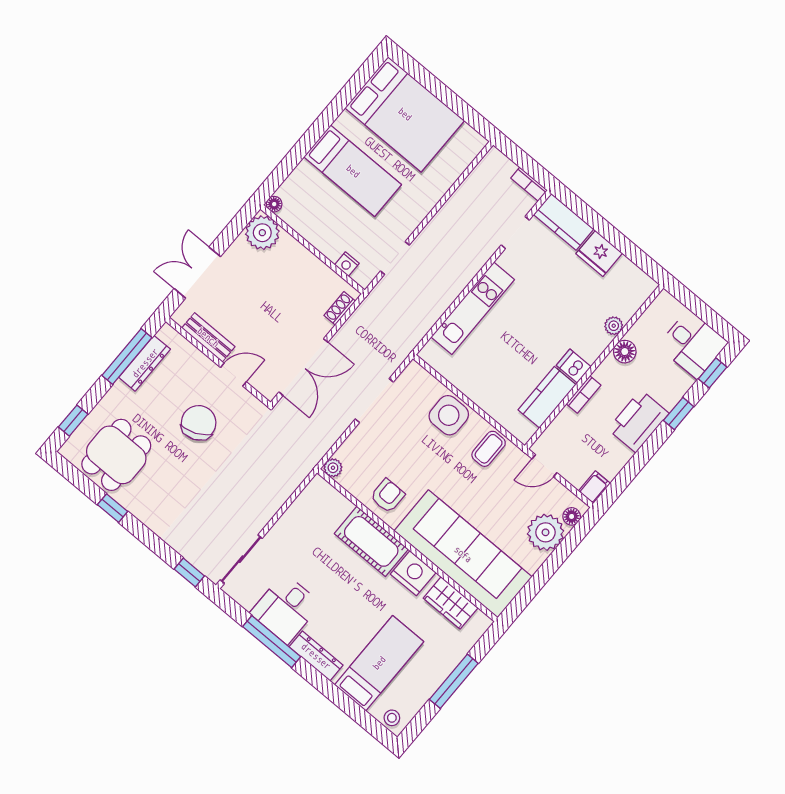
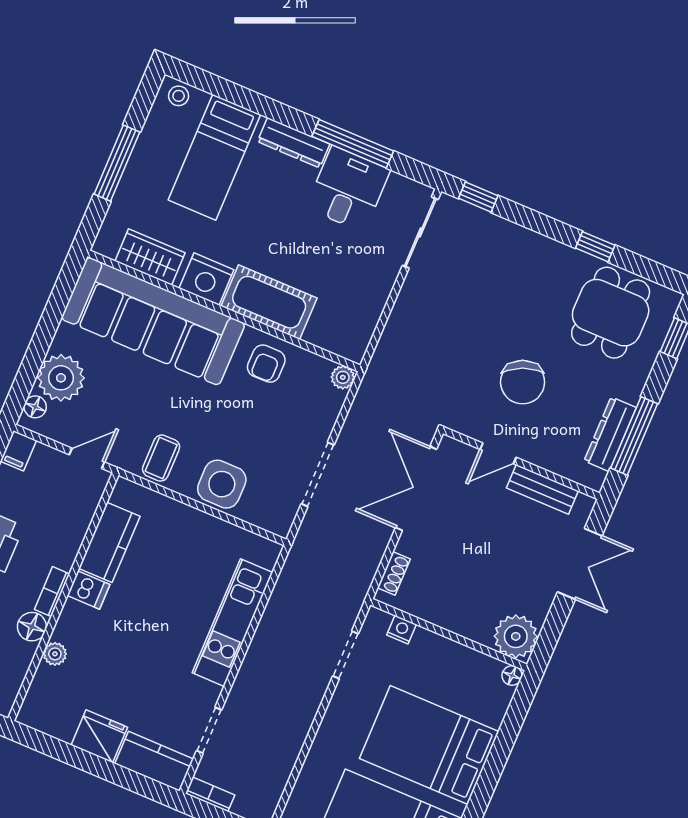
bed: (353, 171) -> (429, 745), width x1.50
bookcase: (584, 395) -> (52, 592), moved

